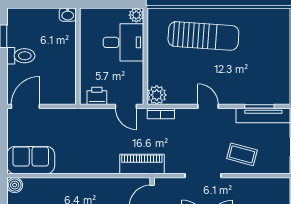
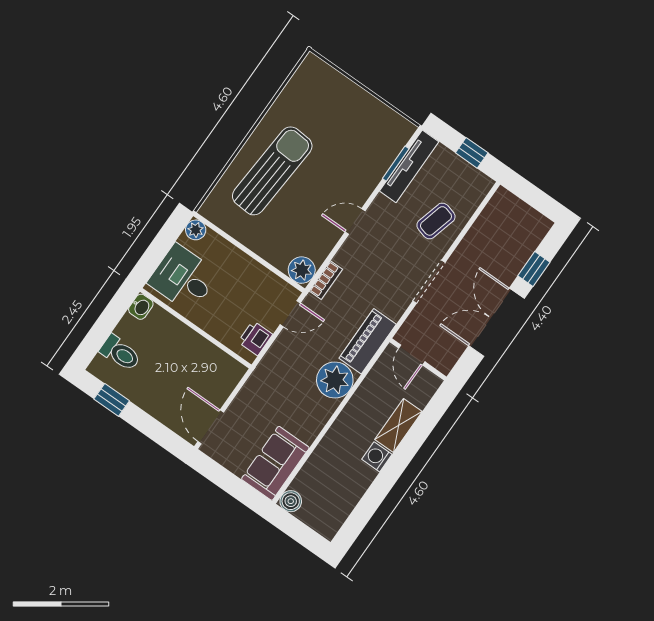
desk: (123, 42) -> (183, 278), moved, turned -90
toilet: (21, 56) -> (120, 353), moved, turned 90
plant: (105, 161) -> (335, 380), added

